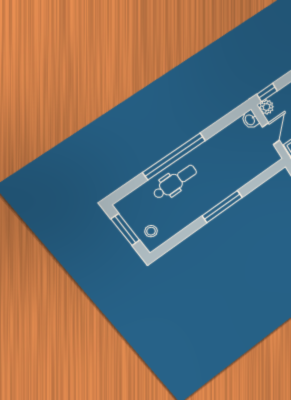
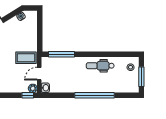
dental chair: (175, 182) -> (100, 66), moved
window: (222, 207) -> (62, 54), moved

